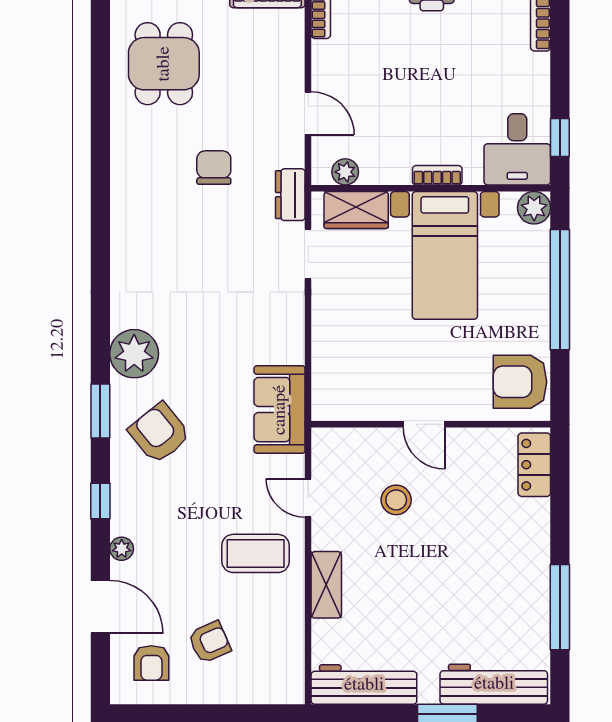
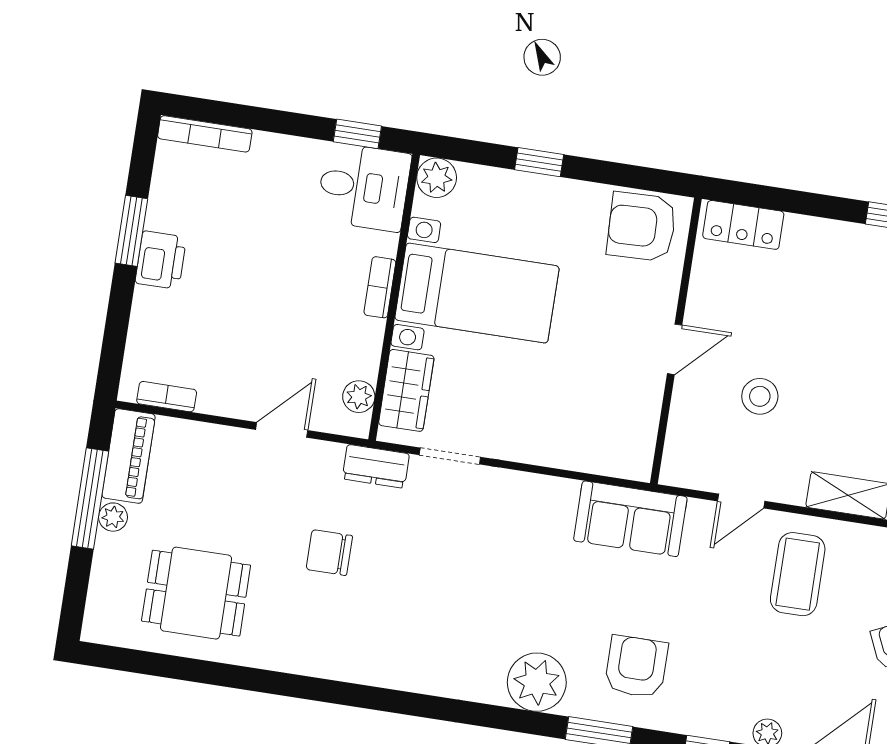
window: (560, 290) -> (539, 162), width x0.32
armchair: (520, 382) -> (642, 227), turned 88
armchair: (159, 433) -> (636, 667), turned 129

